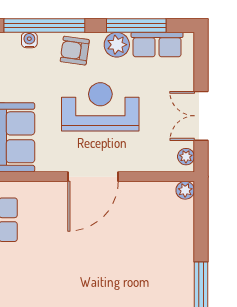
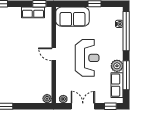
armchair: (75, 51) -> (114, 46), removed
window: (201, 59) -> (110, 106), added
door: (93, 177) -> (54, 54), width x0.53

